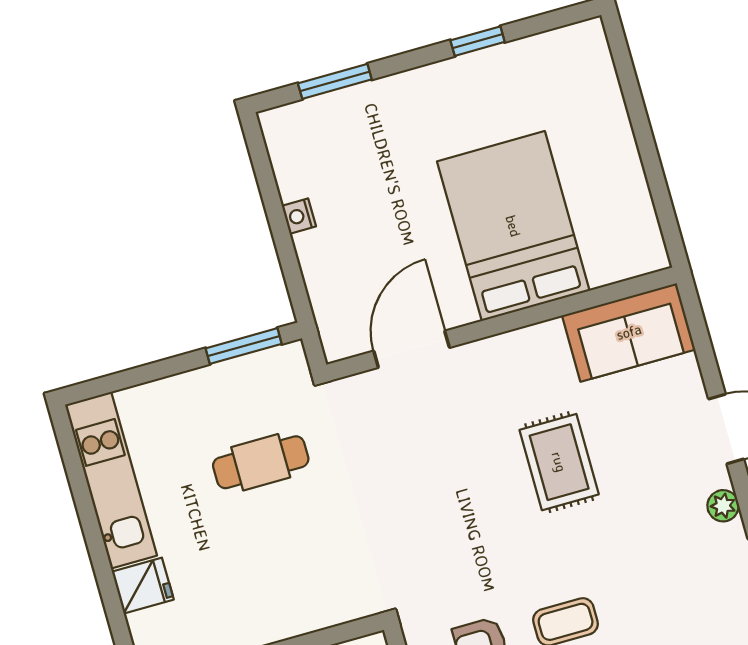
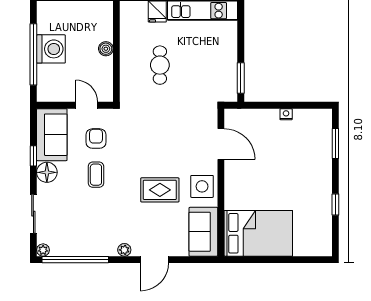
bed: (513, 226) -> (258, 233), moved
side table: (523, 366) -> (202, 186), added
cafe table: (261, 462) -> (160, 65), moved

